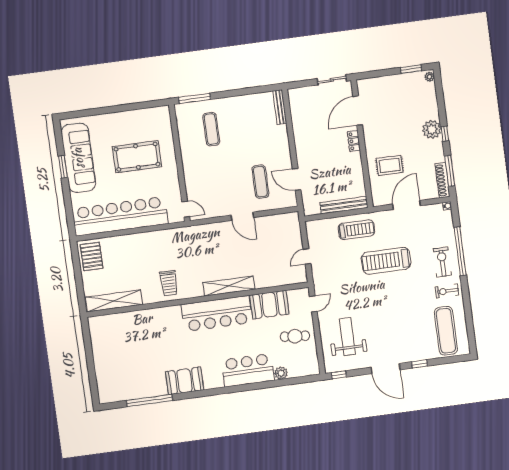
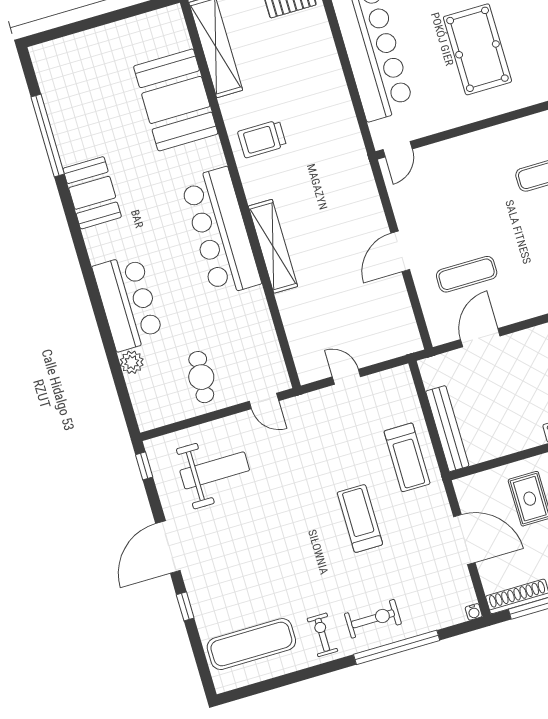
treadmill: (386, 261) -> (360, 518), width x0.73, depth x0.73
booth: (269, 305) -> (176, 100), moved, width x1.36, depth x1.42

